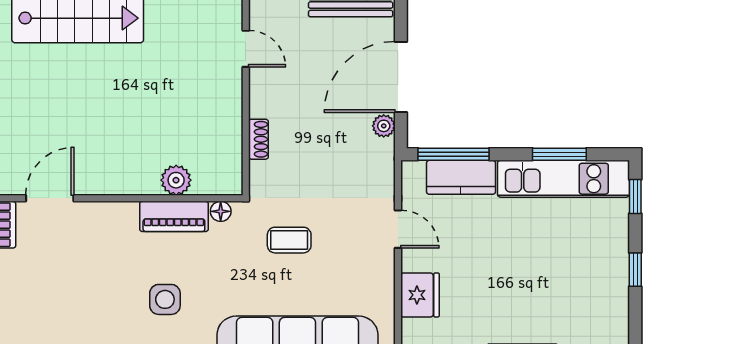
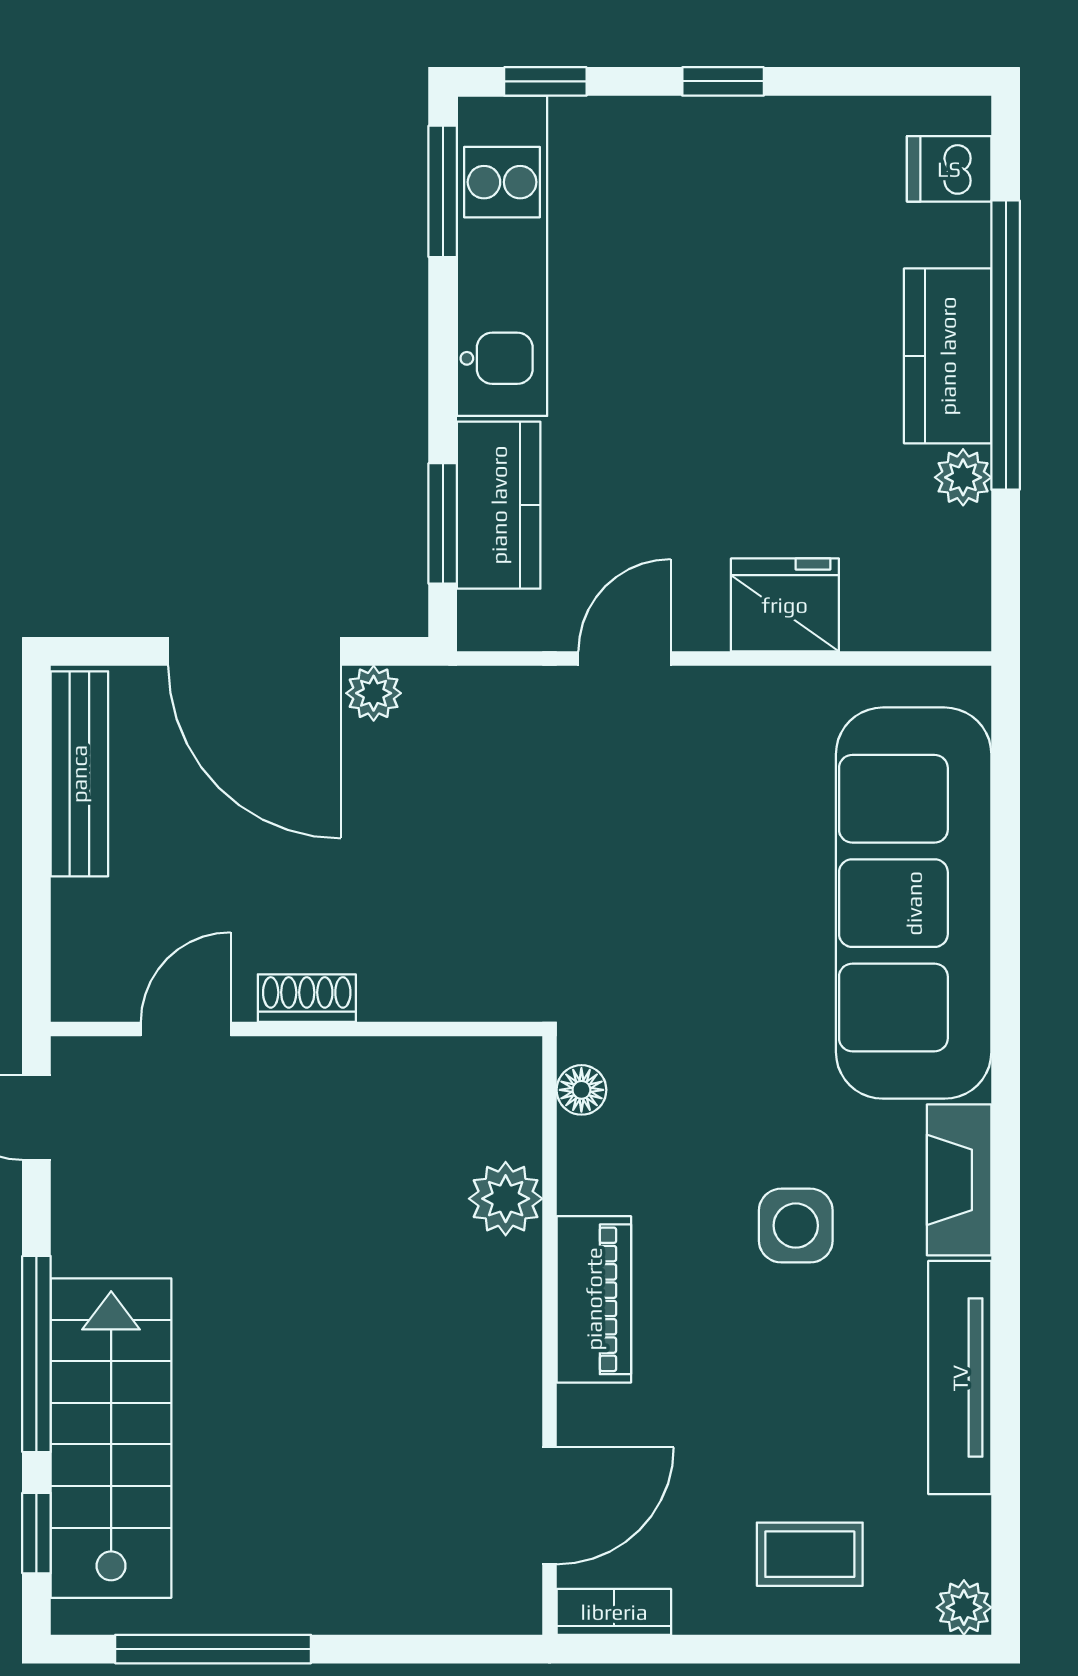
shoe rack: (258, 139) -> (307, 998), moved
window: (454, 154) -> (443, 523), width x0.69
window: (559, 154) -> (443, 191), moved
door: (50, 198) -> (550, 1506), swing flipped
piano: (174, 216) -> (594, 1299), moved
coffee table: (289, 240) -> (810, 1554), moved, turned 90

